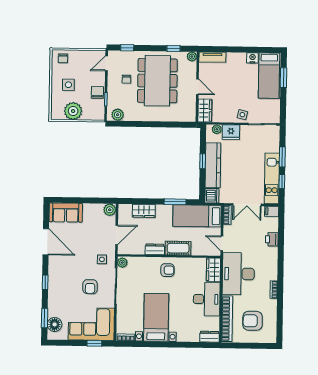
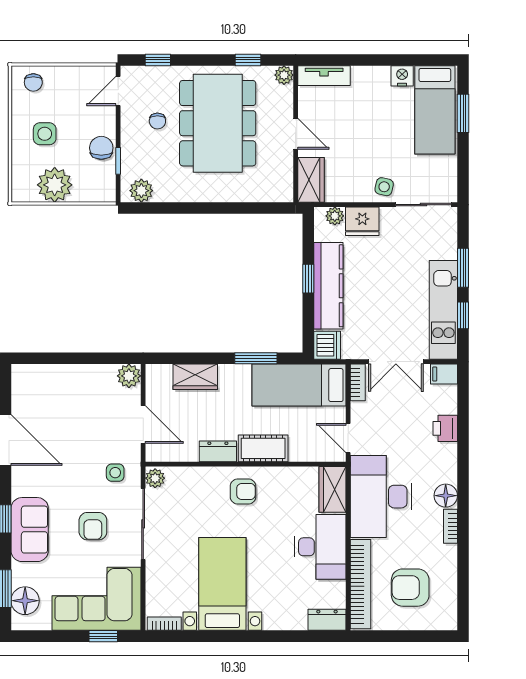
sofa: (66, 213) -> (30, 530), moved, turned -90
door: (117, 235) -> (143, 424), hinge flipped
floor lamp: (272, 274) -> (446, 496), added

